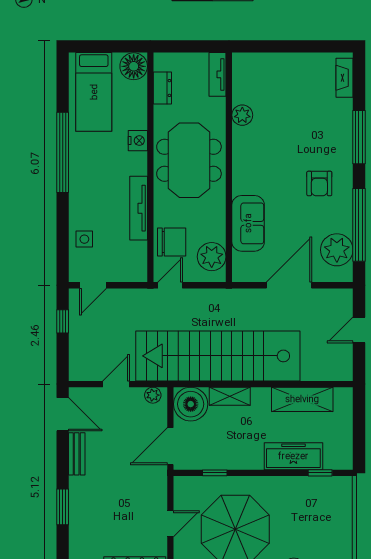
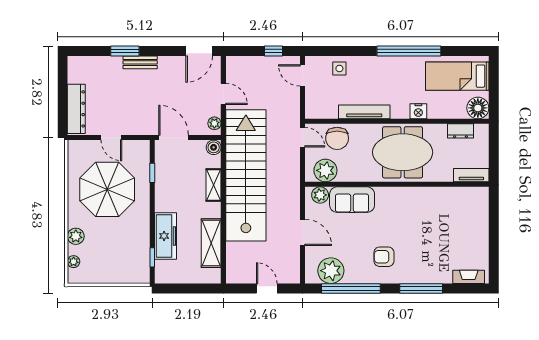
plant: (242, 115) -> (320, 195), moved
door: (289, 285) -> (302, 232), width x0.73
boiler: (191, 404) -> (214, 147), width x0.54, depth x0.54
bench: (77, 454) -> (140, 62), moved

